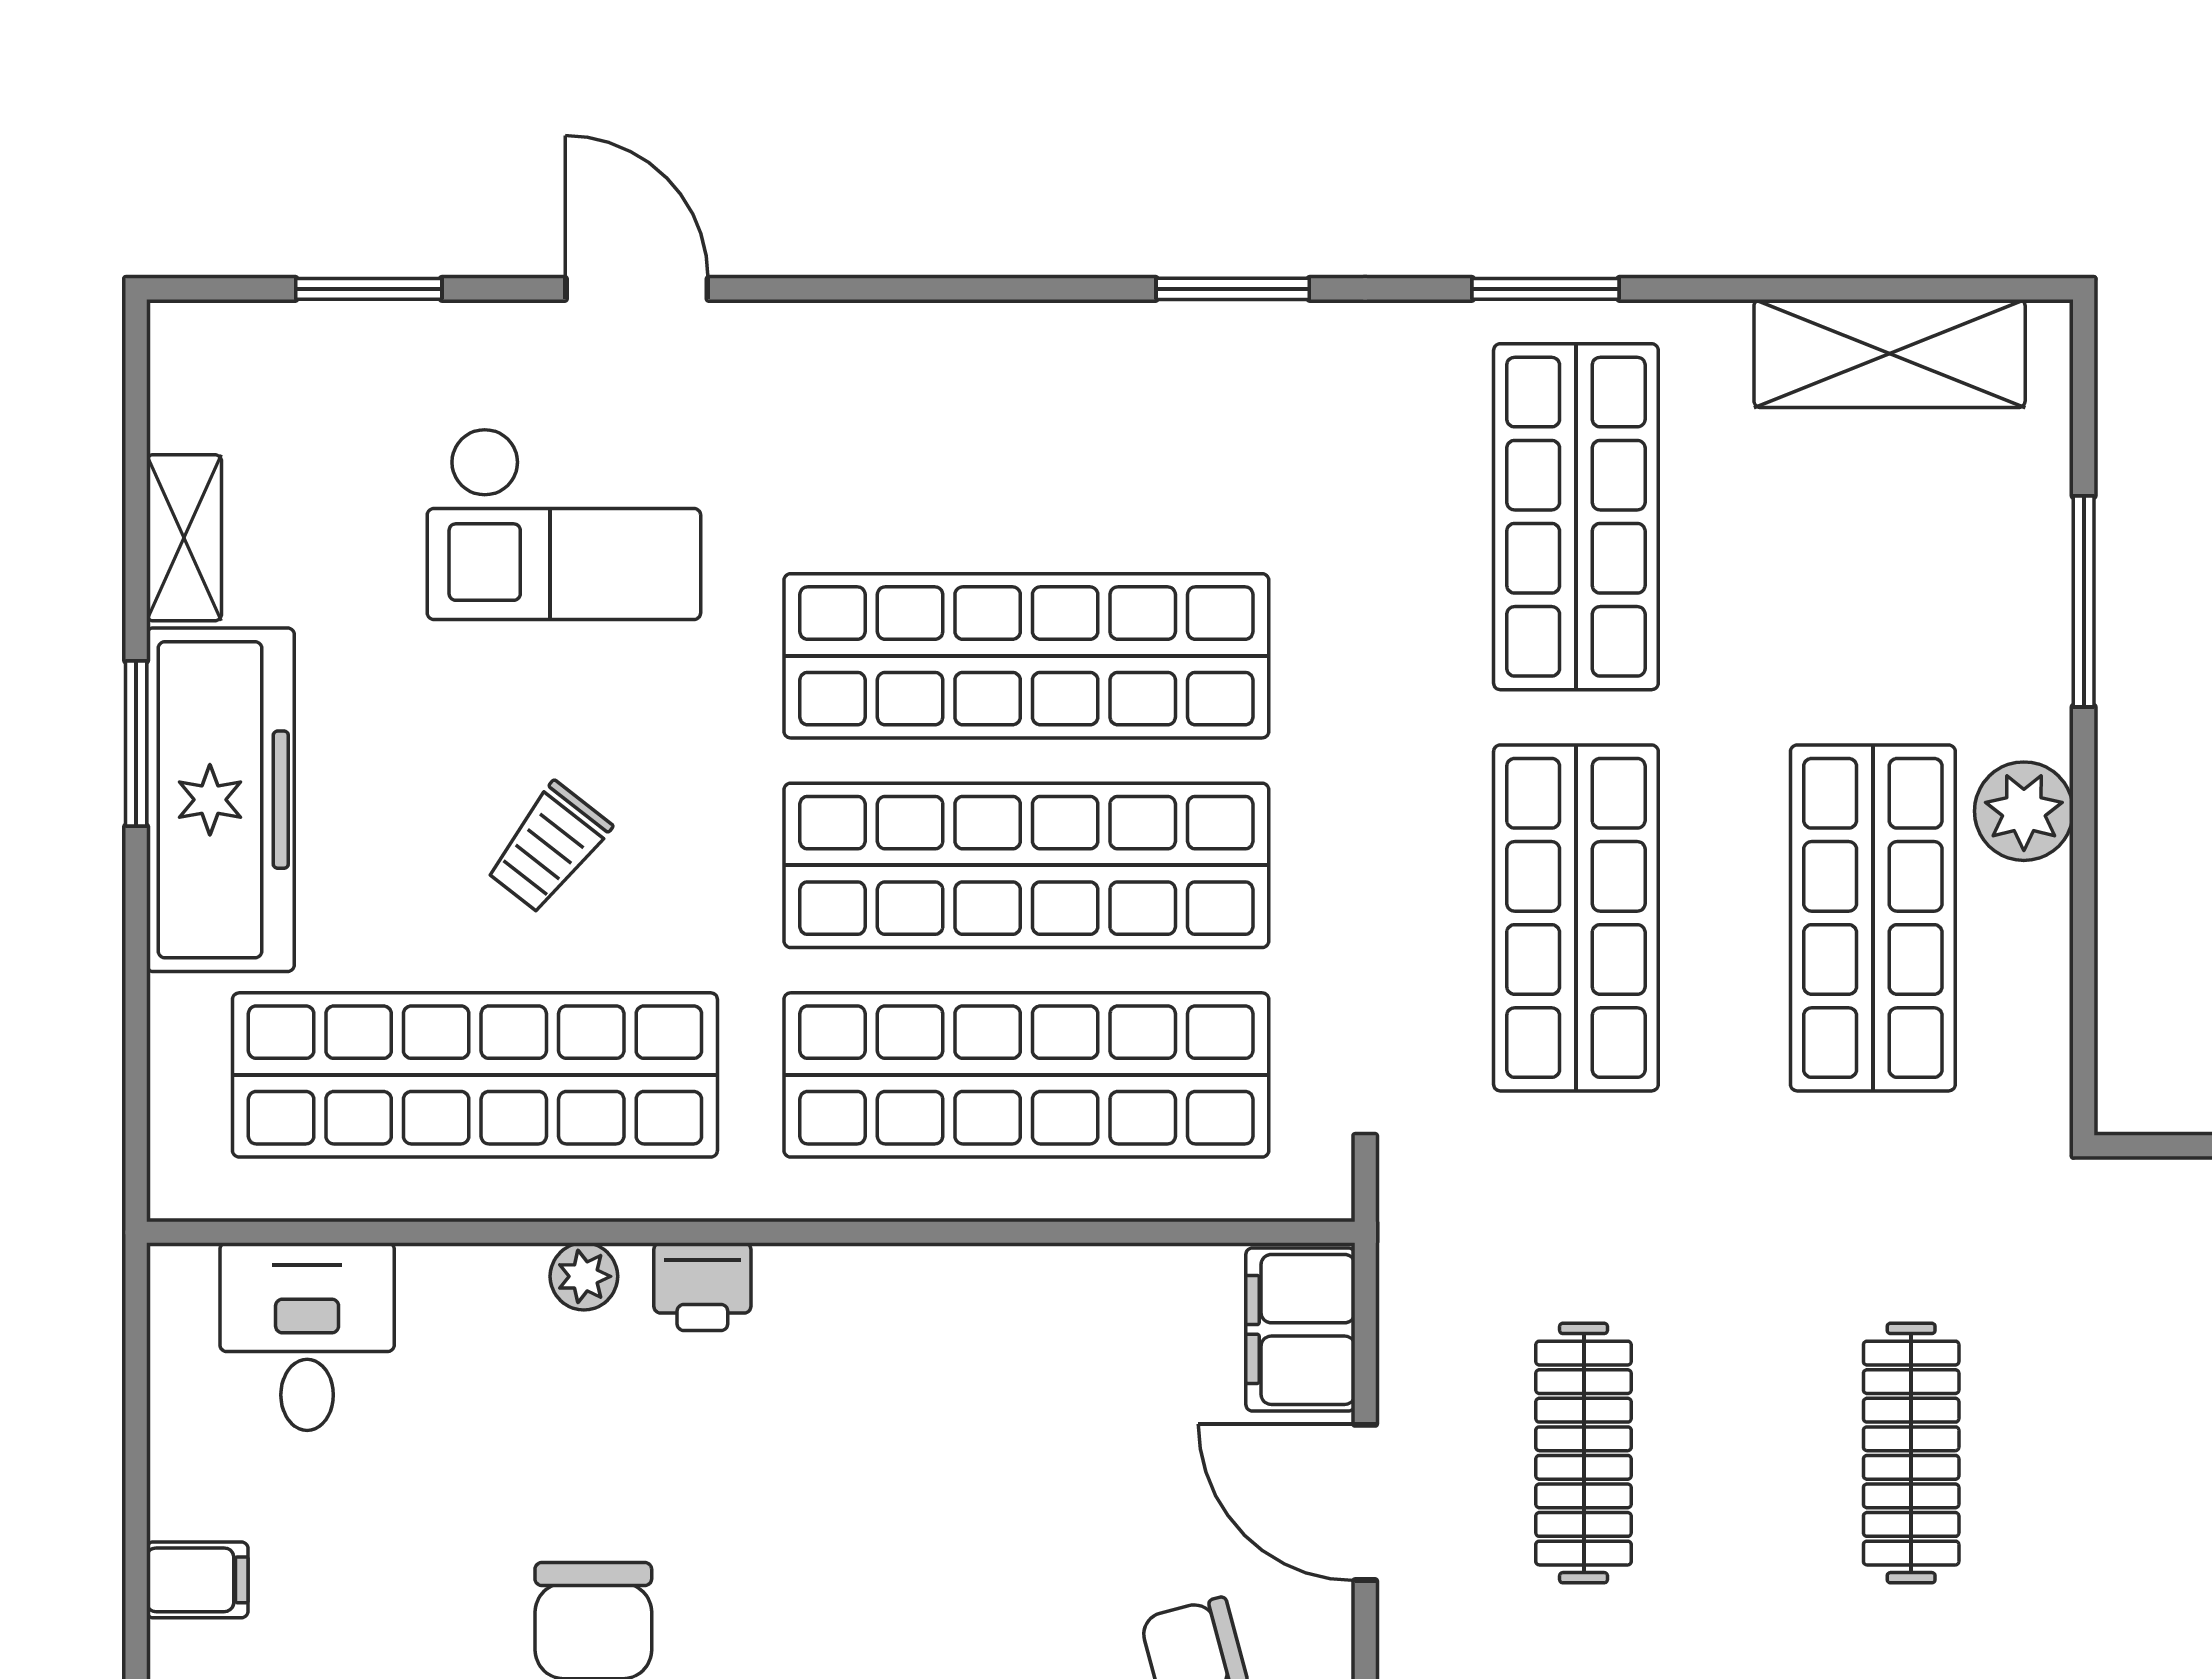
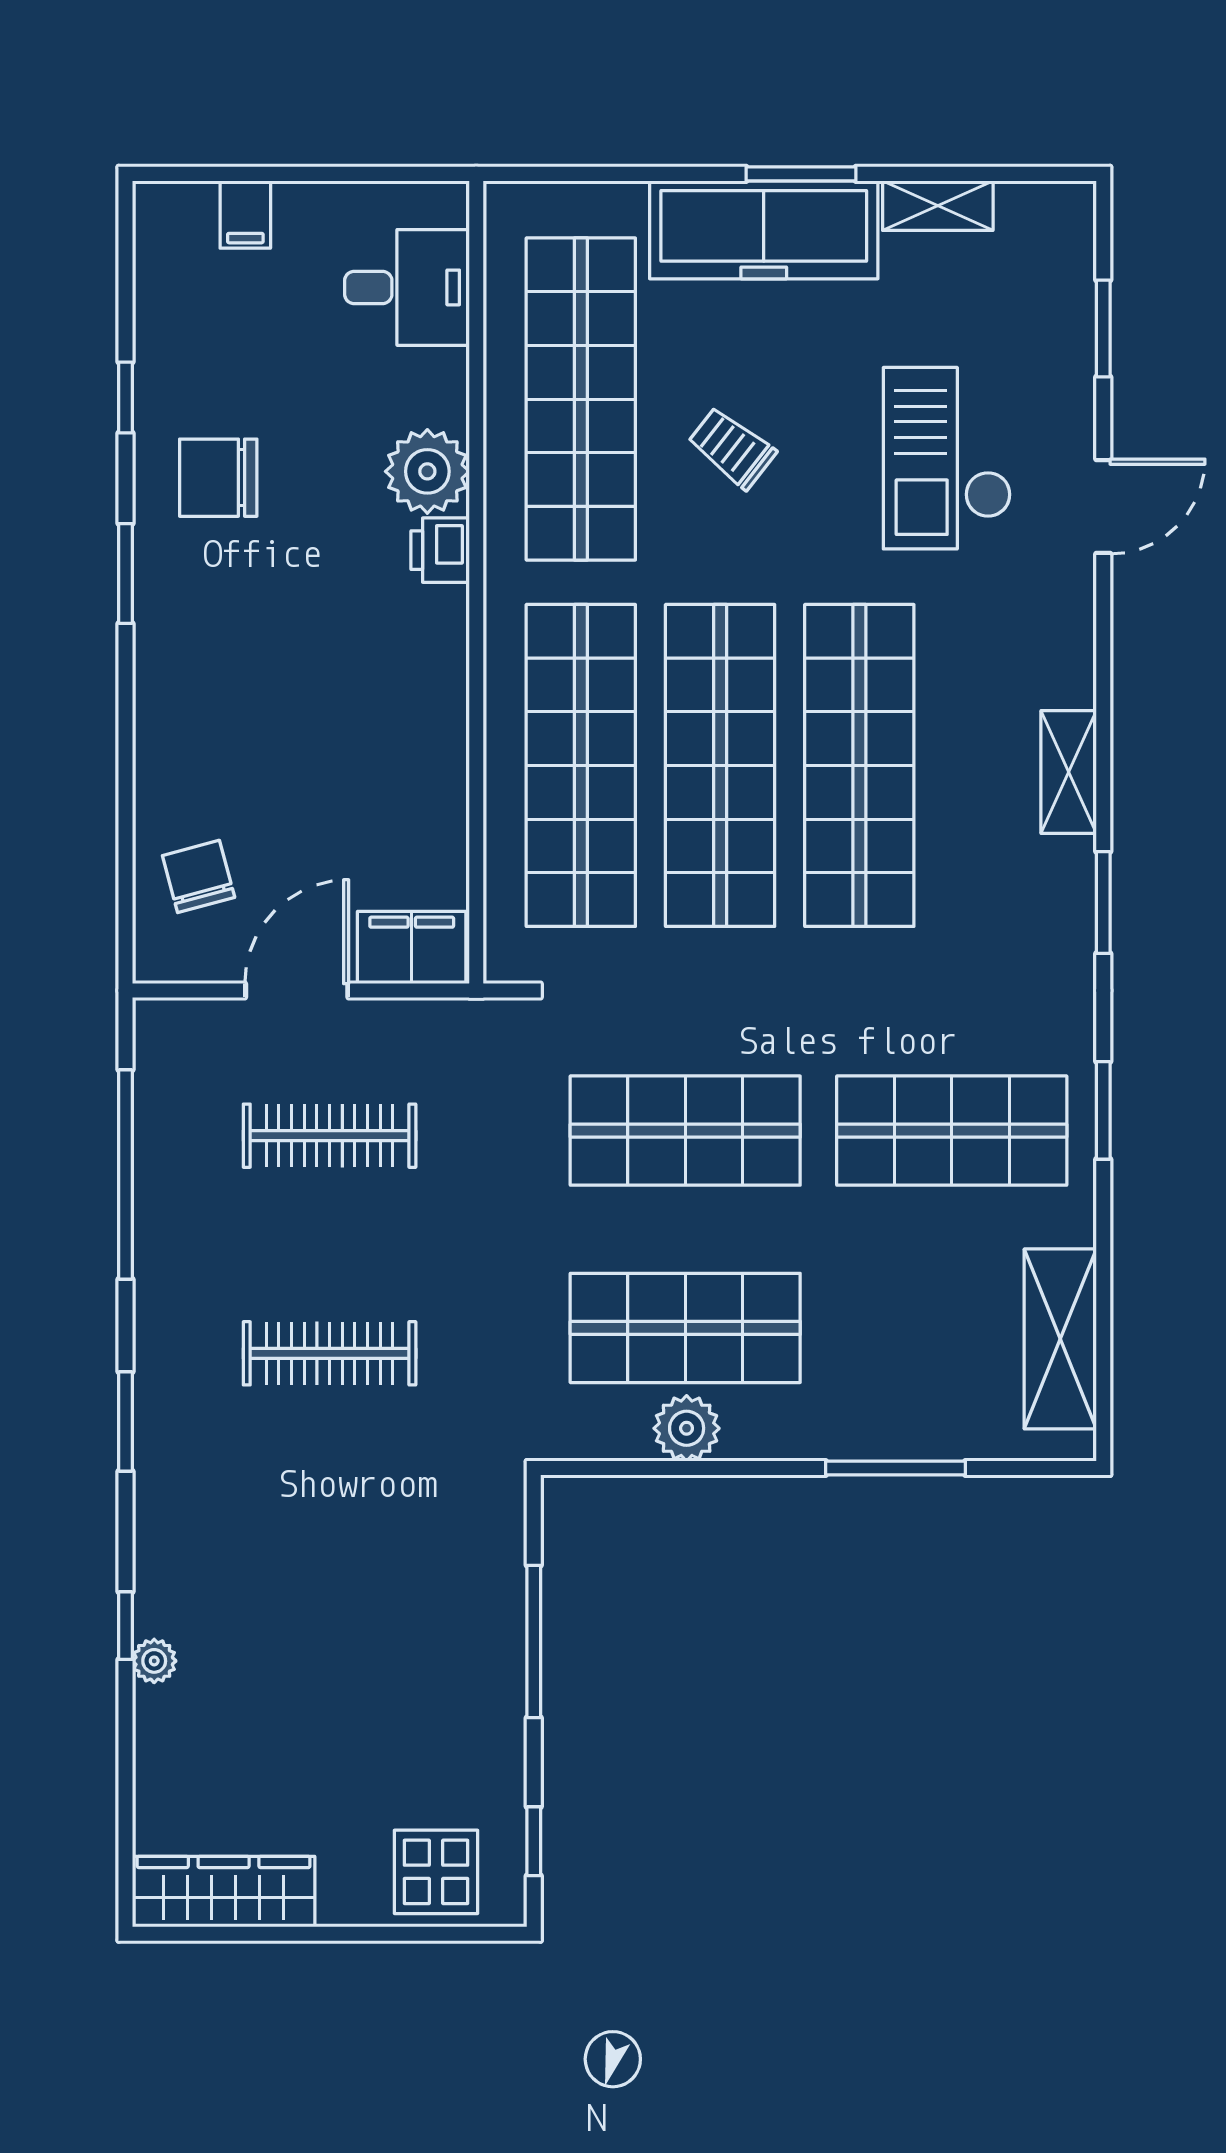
shelving: (1036, 341) -> (1069, 772), added
plant: (2024, 811) -> (687, 1428), moved
plant: (584, 1276) -> (427, 471), width x1.88, depth x1.88

